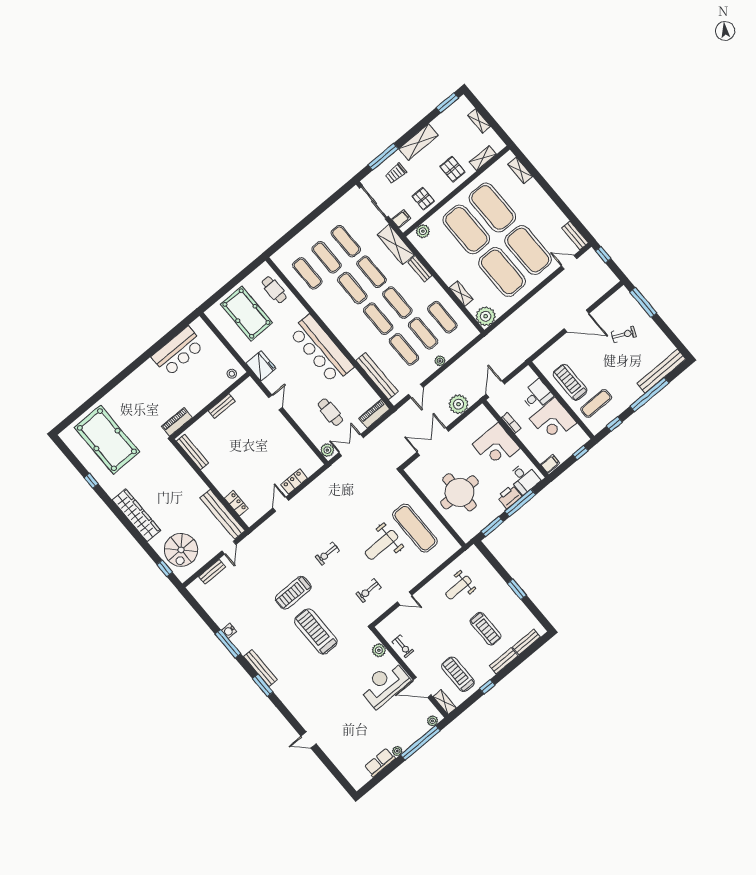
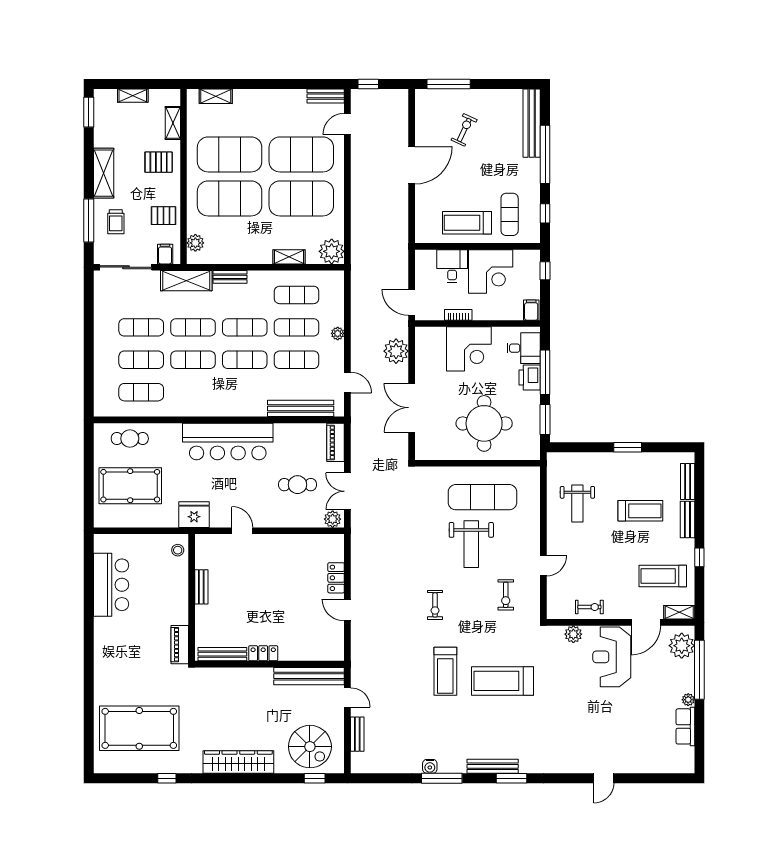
locker: (236, 503) -> (263, 653), moved
plant: (433, 721) -> (682, 646), width x1.88, depth x1.88

